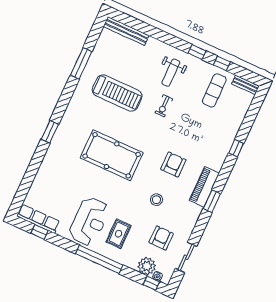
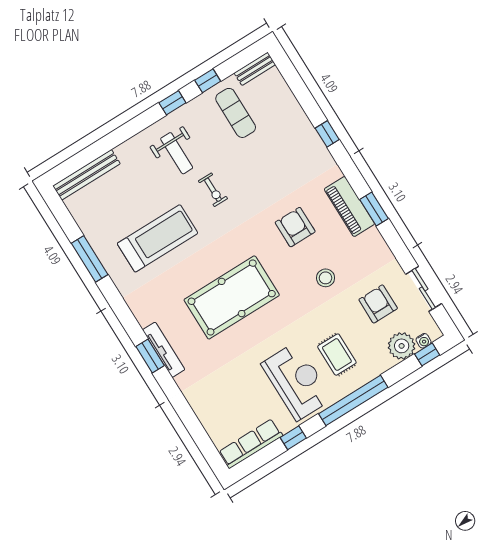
tv unit: (58, 137) -> (164, 350), added
window: (39, 232) -> (293, 438), moved

